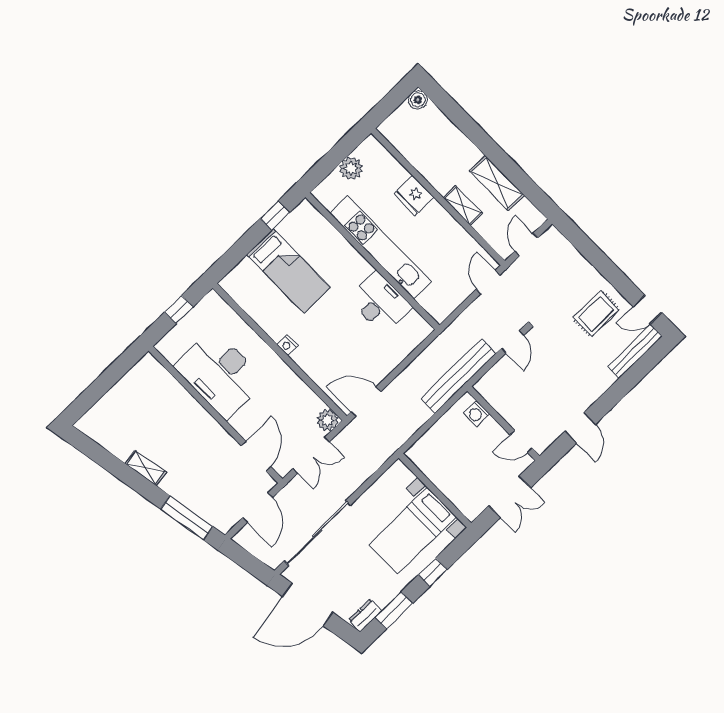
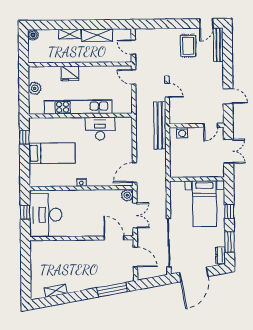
shelving: (463, 206) -> (70, 34), moved
desk: (220, 374) -> (46, 215), moved, turned 90
shelving: (146, 468) -> (56, 291), moved

